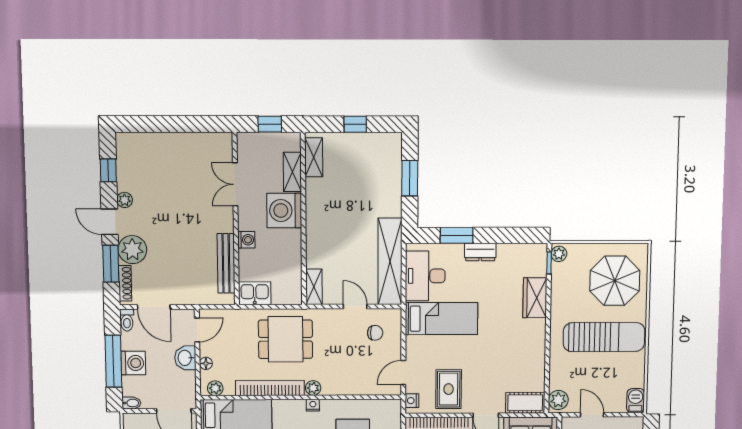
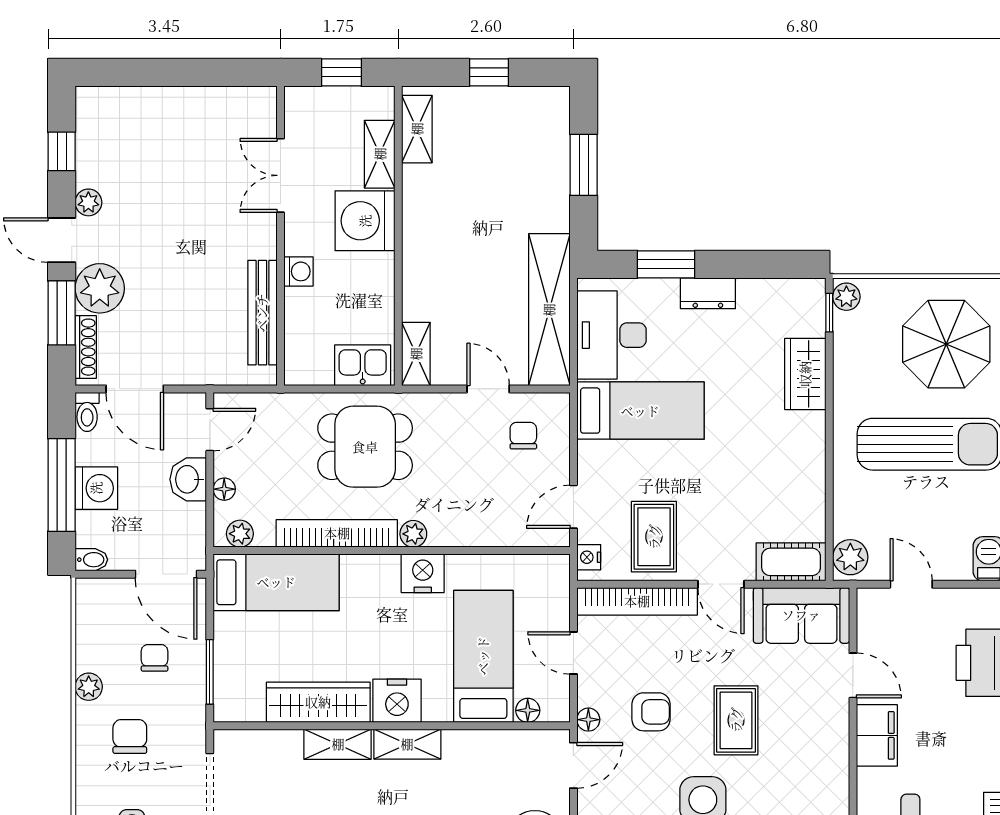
kitchen sink: (255, 293) -> (363, 365), moved
chair: (375, 333) -> (523, 436), turned -90
nightstand: (313, 405) -> (423, 573), width x1.89, depth x1.79

